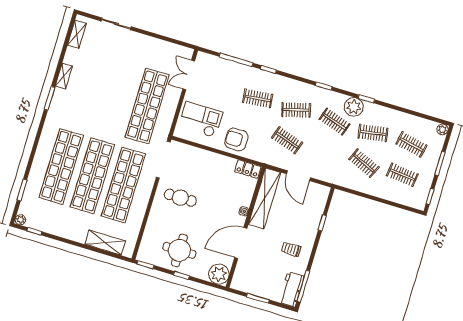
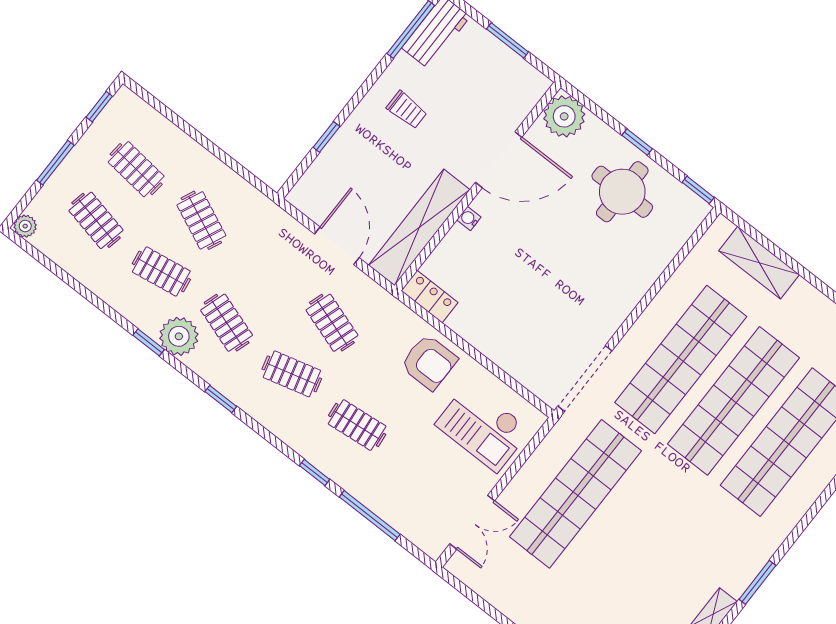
cafe table: (180, 198) -> (581, 293), removed

